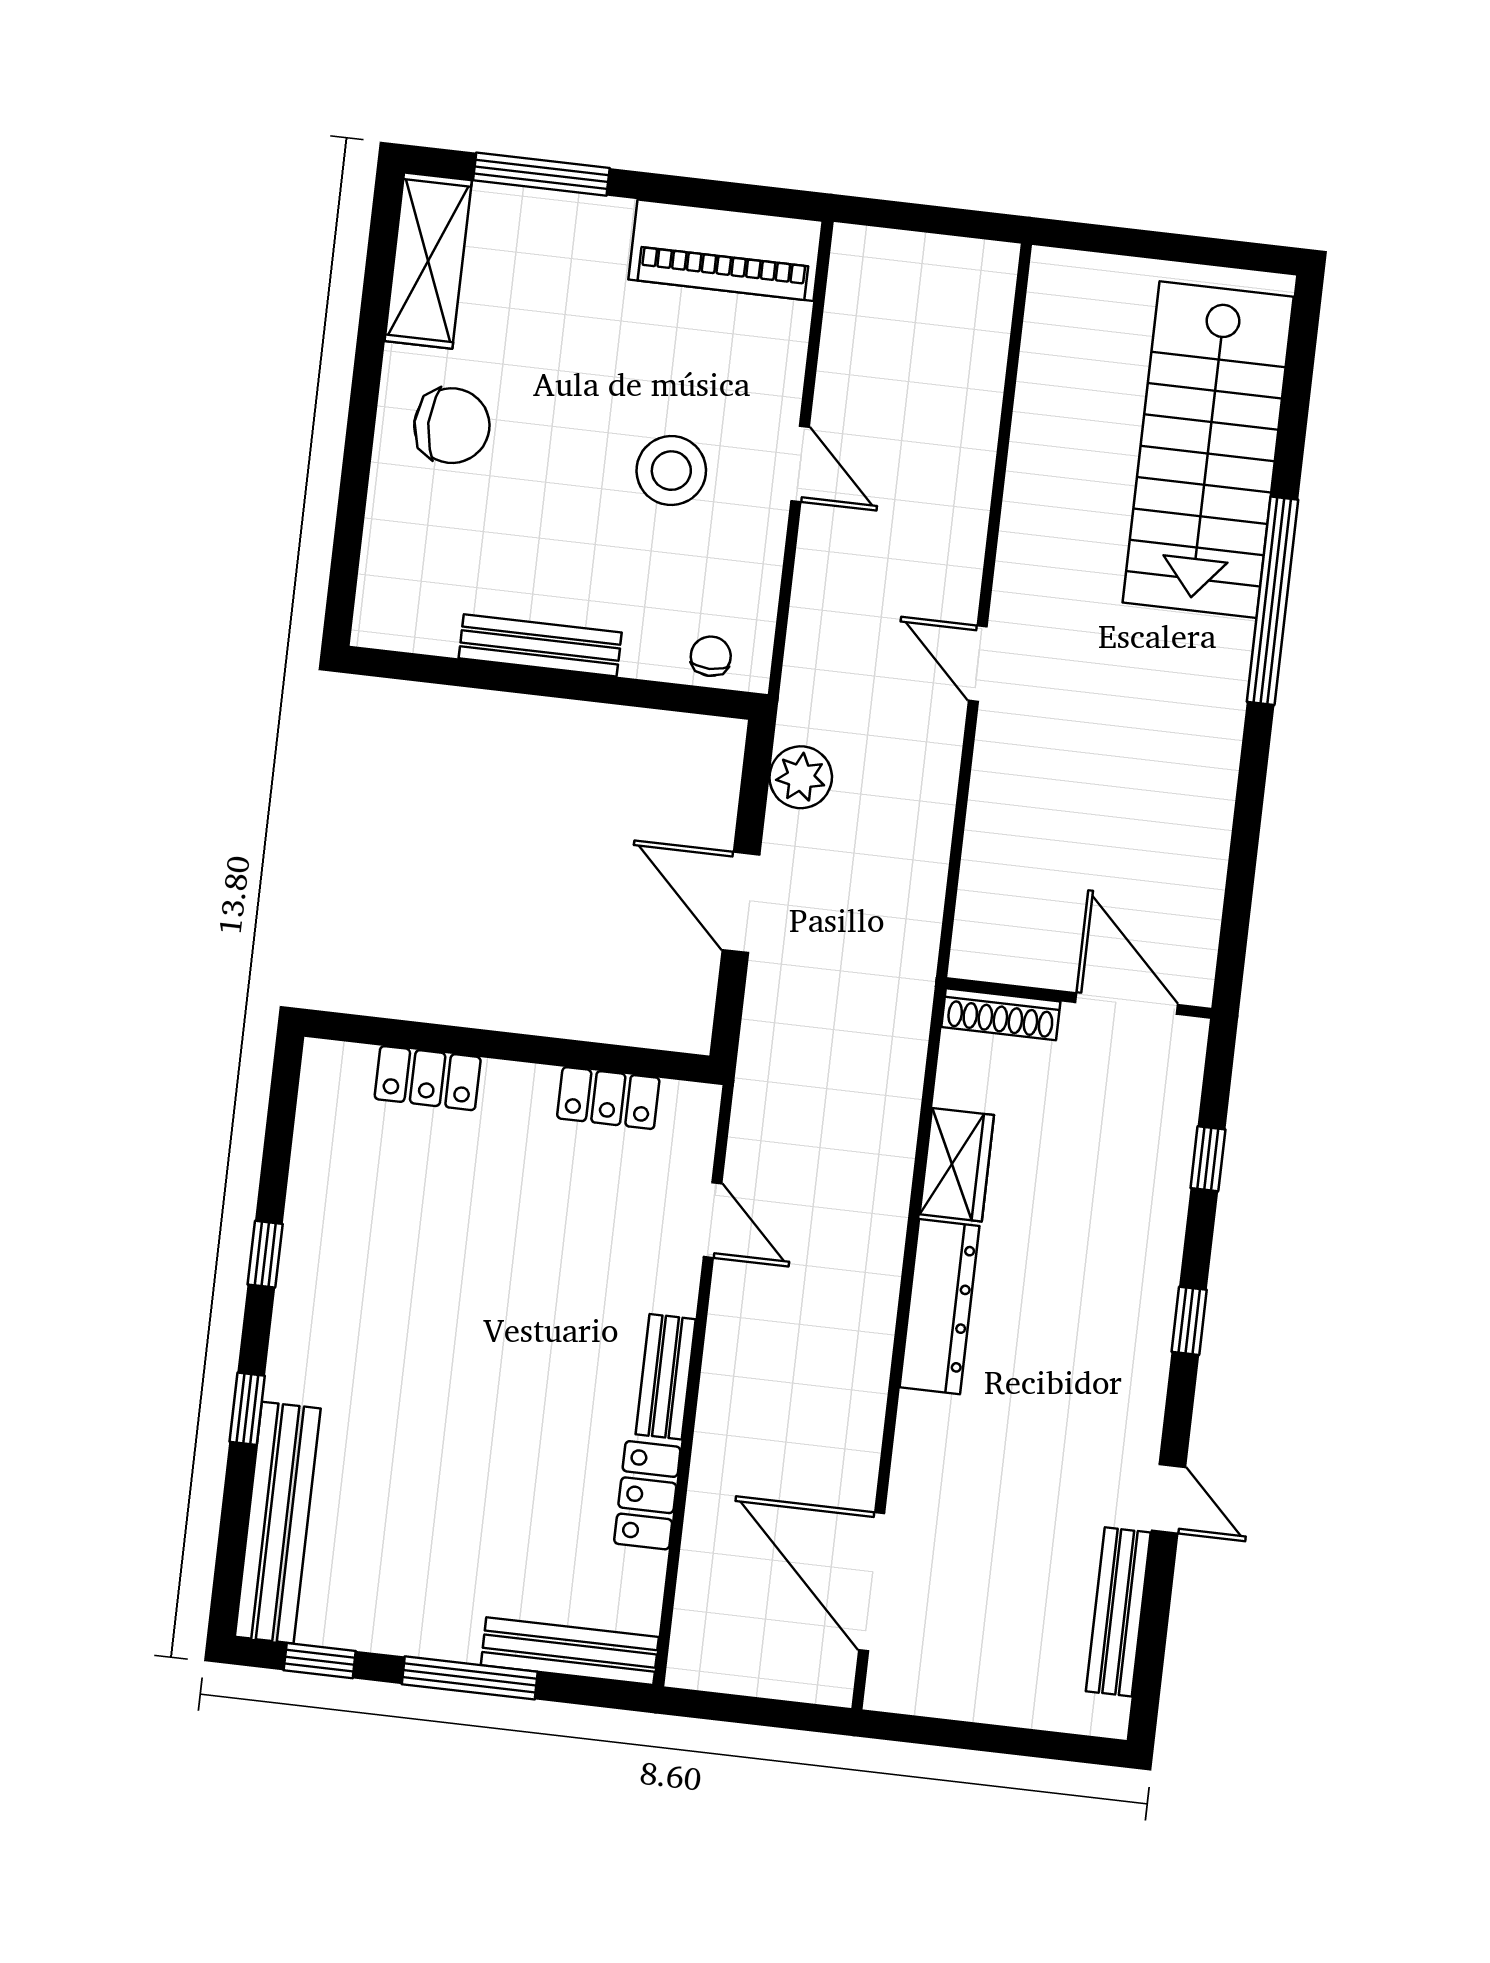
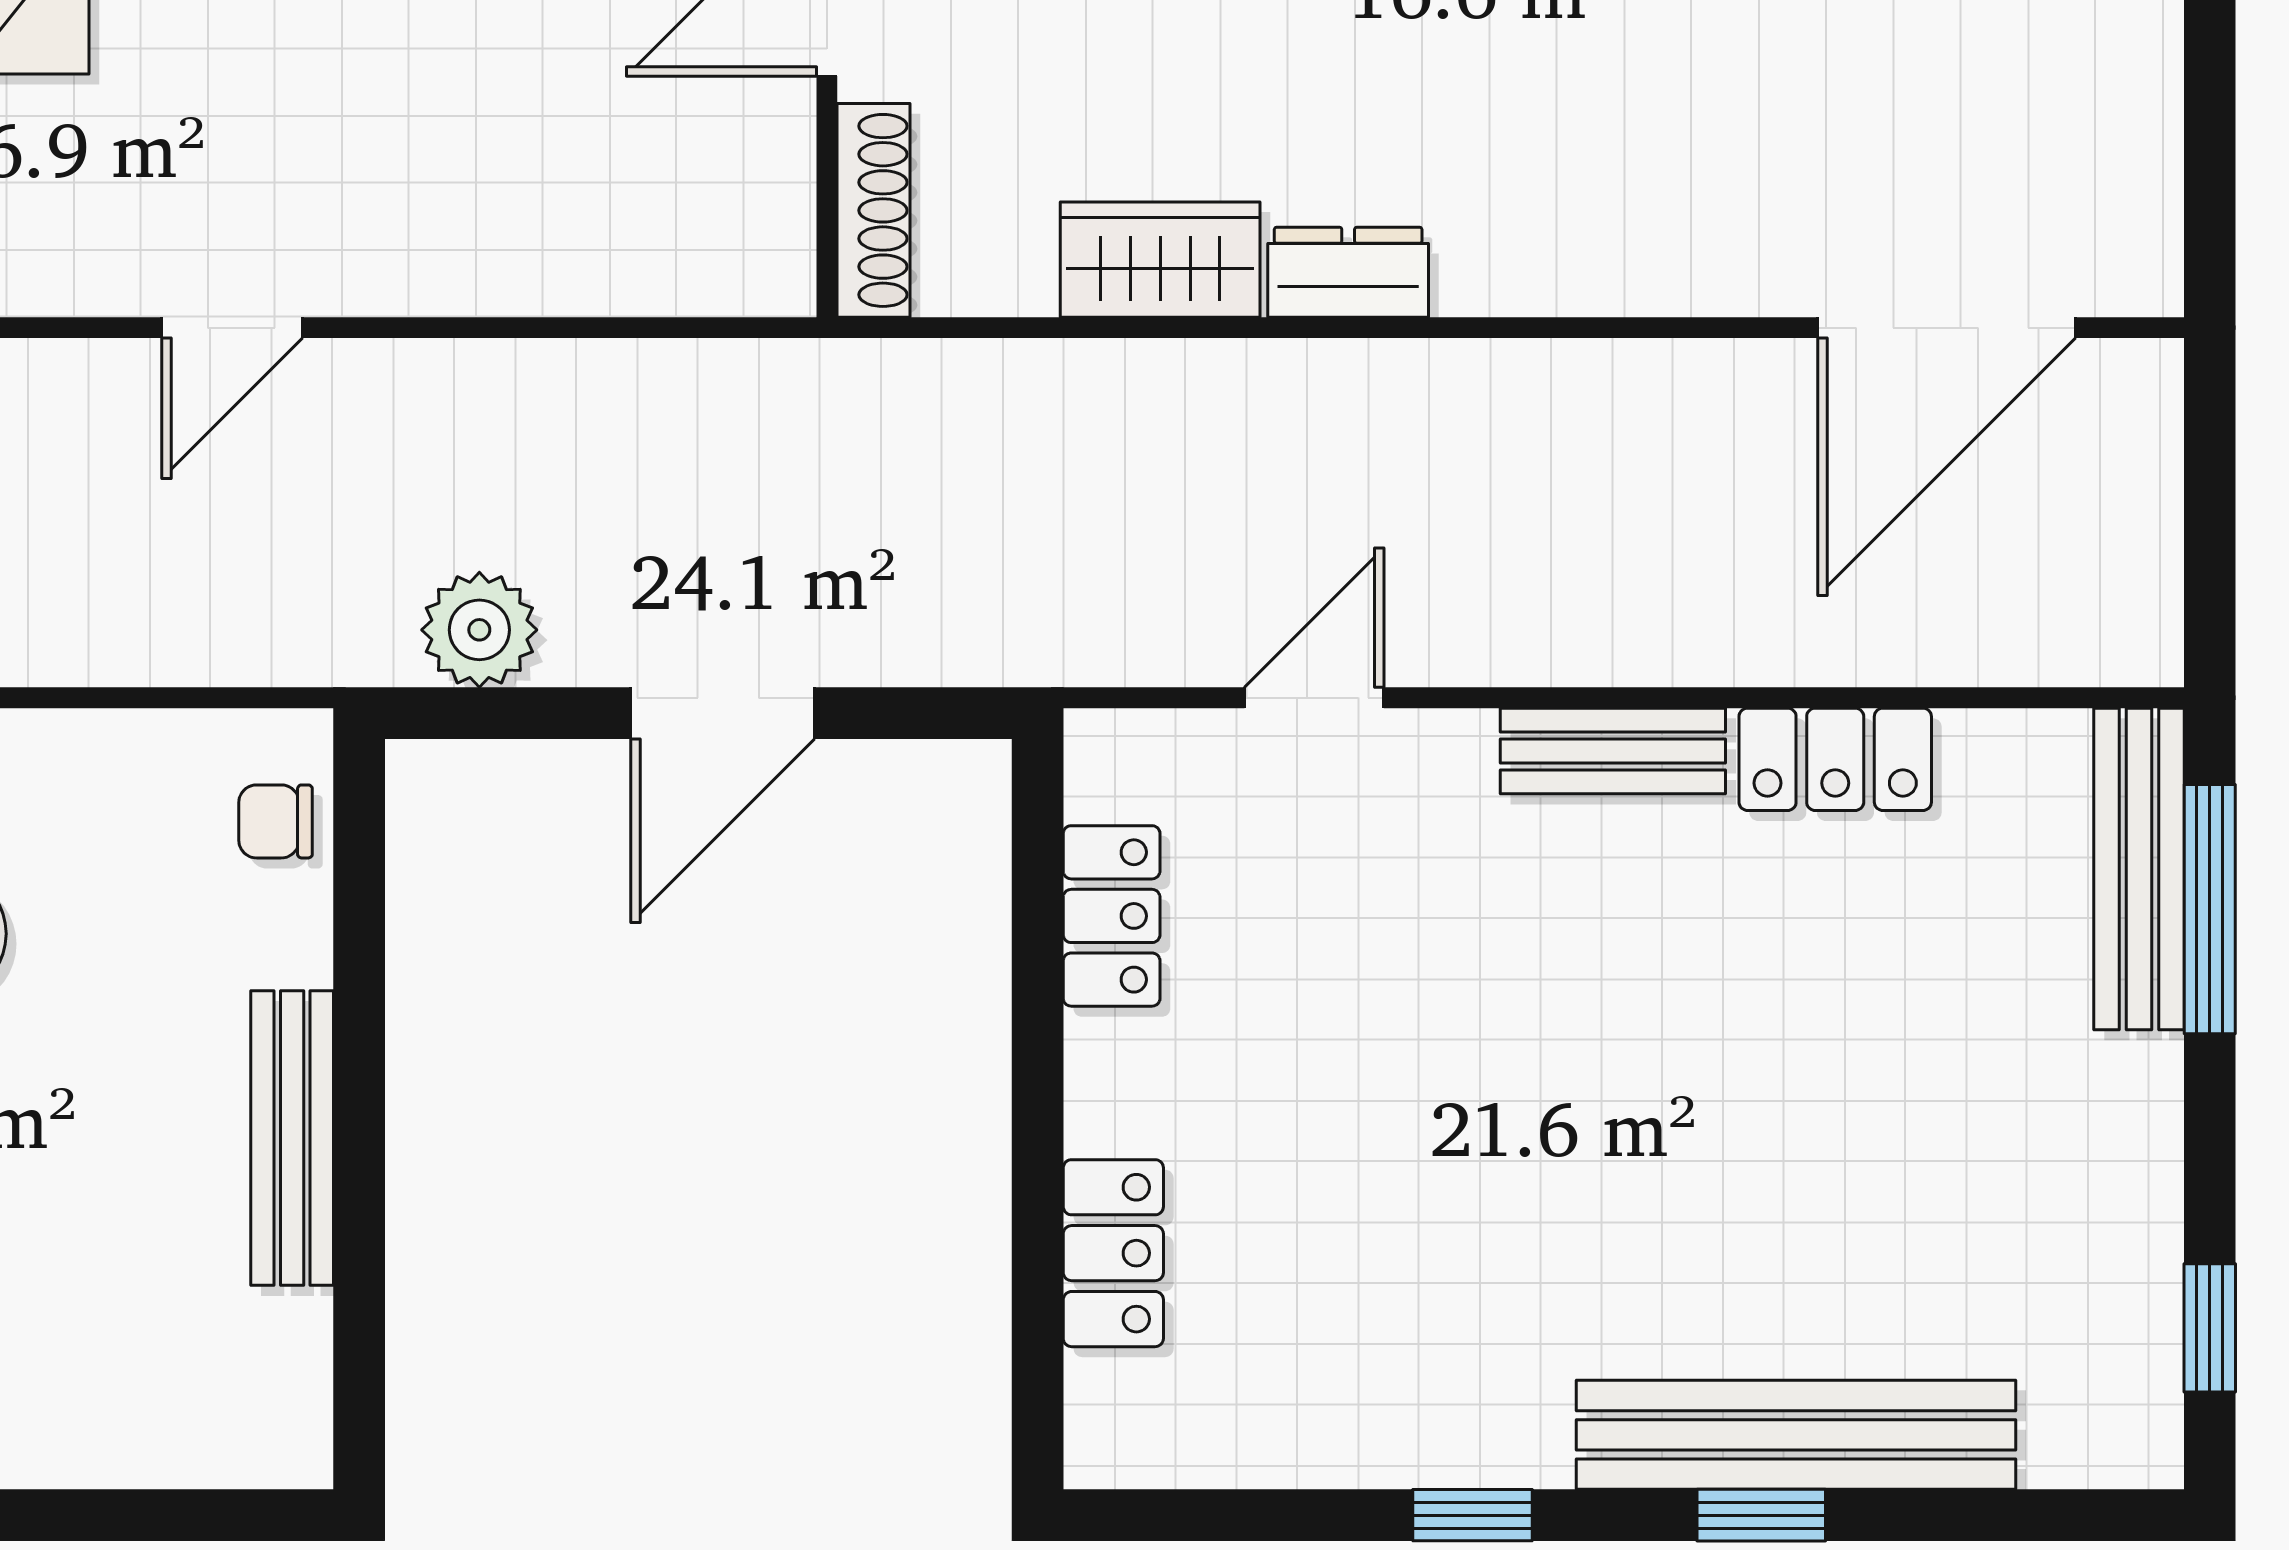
dresser: (939, 1307) -> (1348, 272), width x0.51, depth x0.80
bench: (278, 1523) -> (1796, 1435), moved
window: (470, 1678) -> (2210, 909), moved

